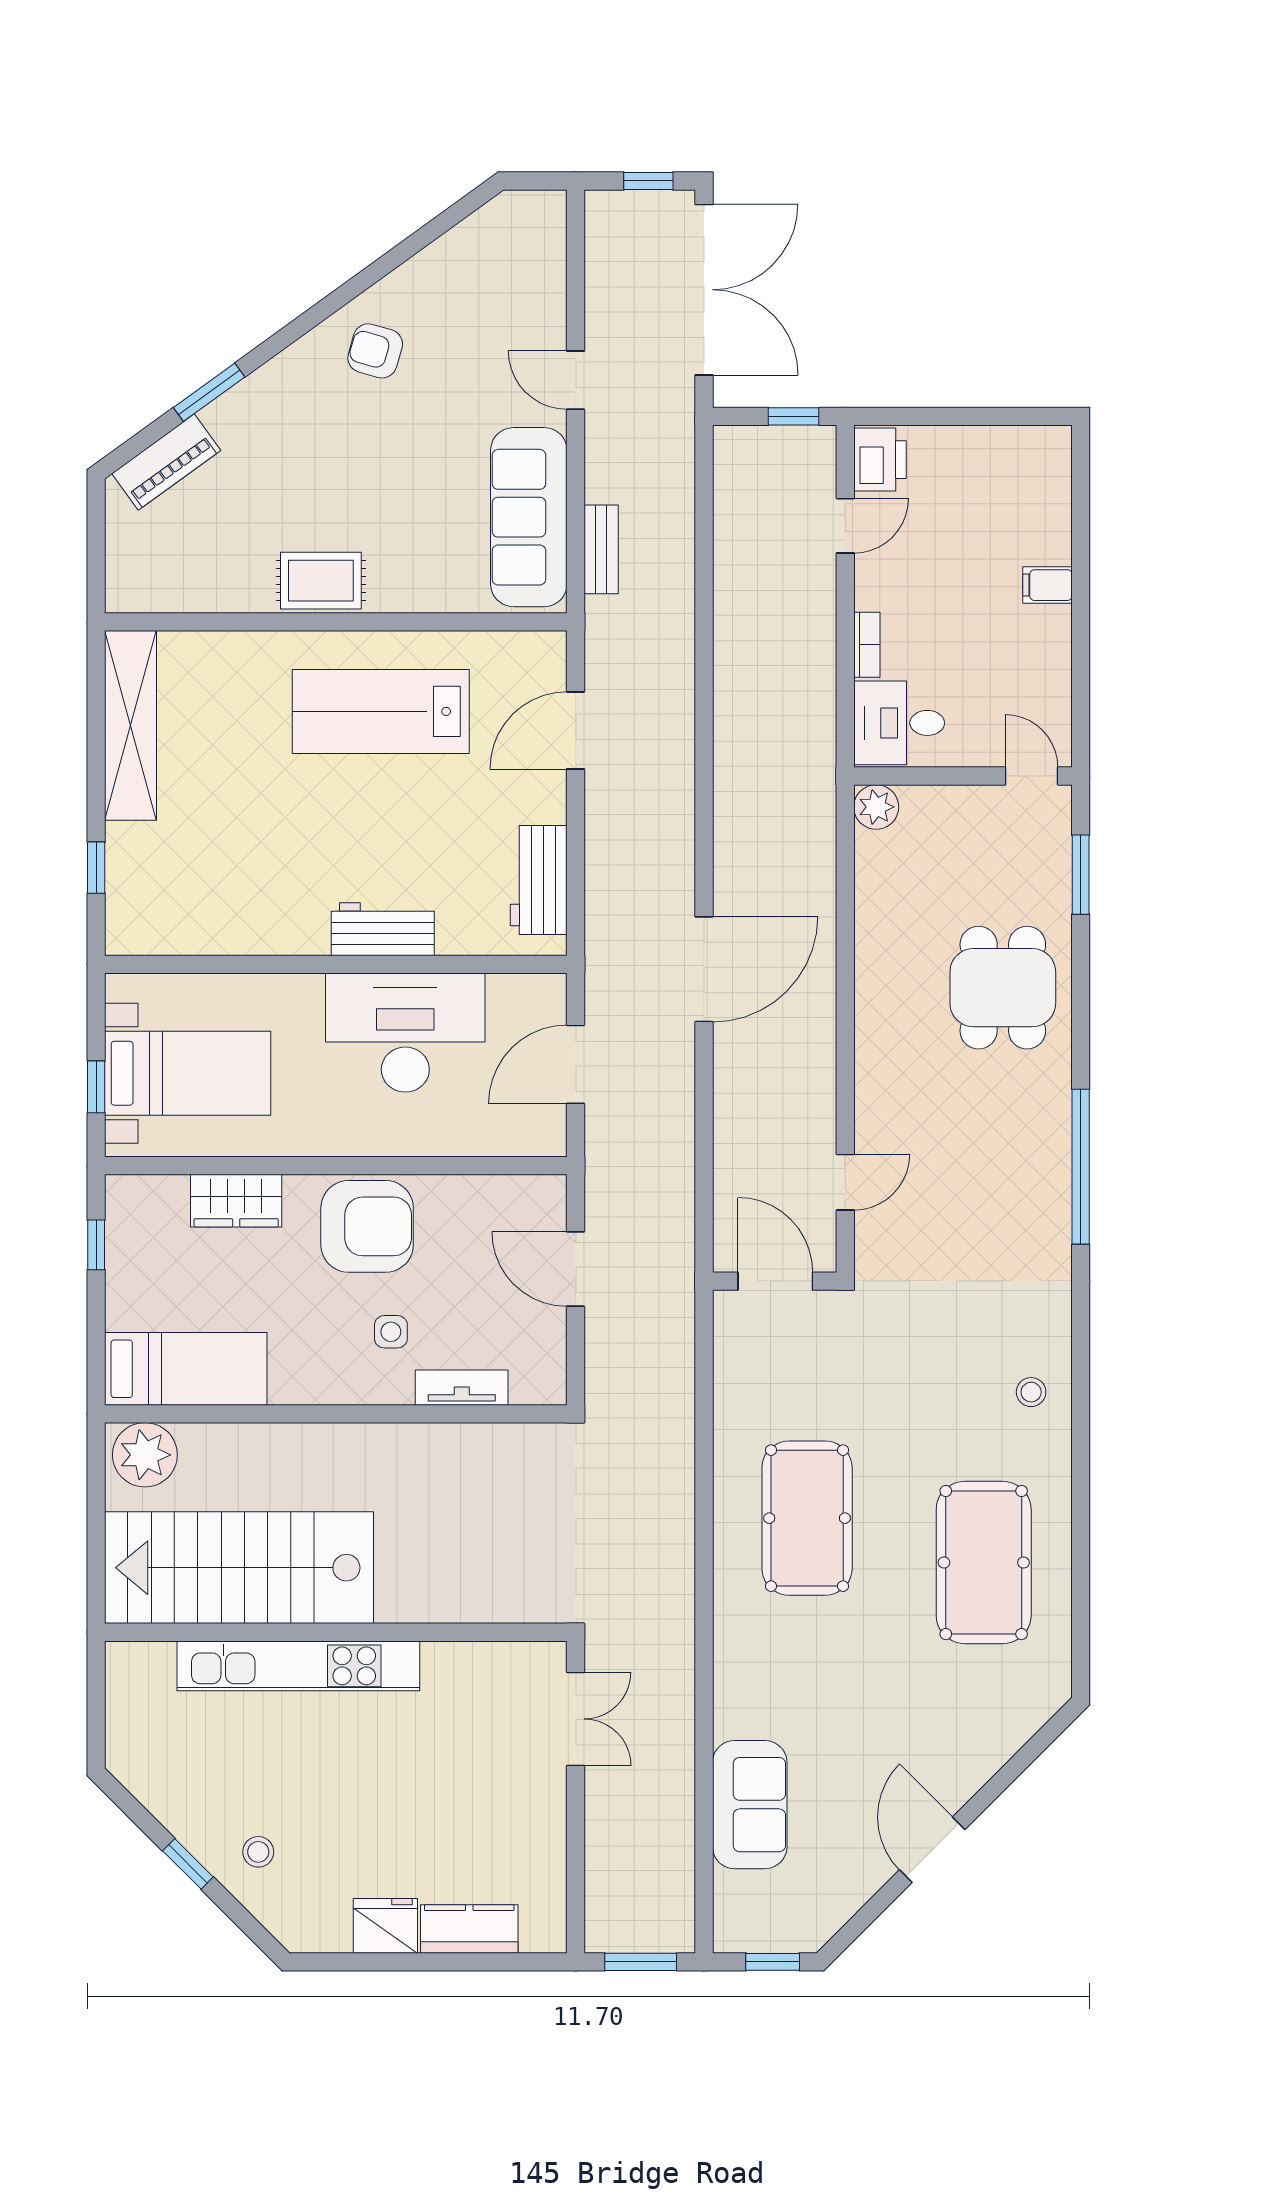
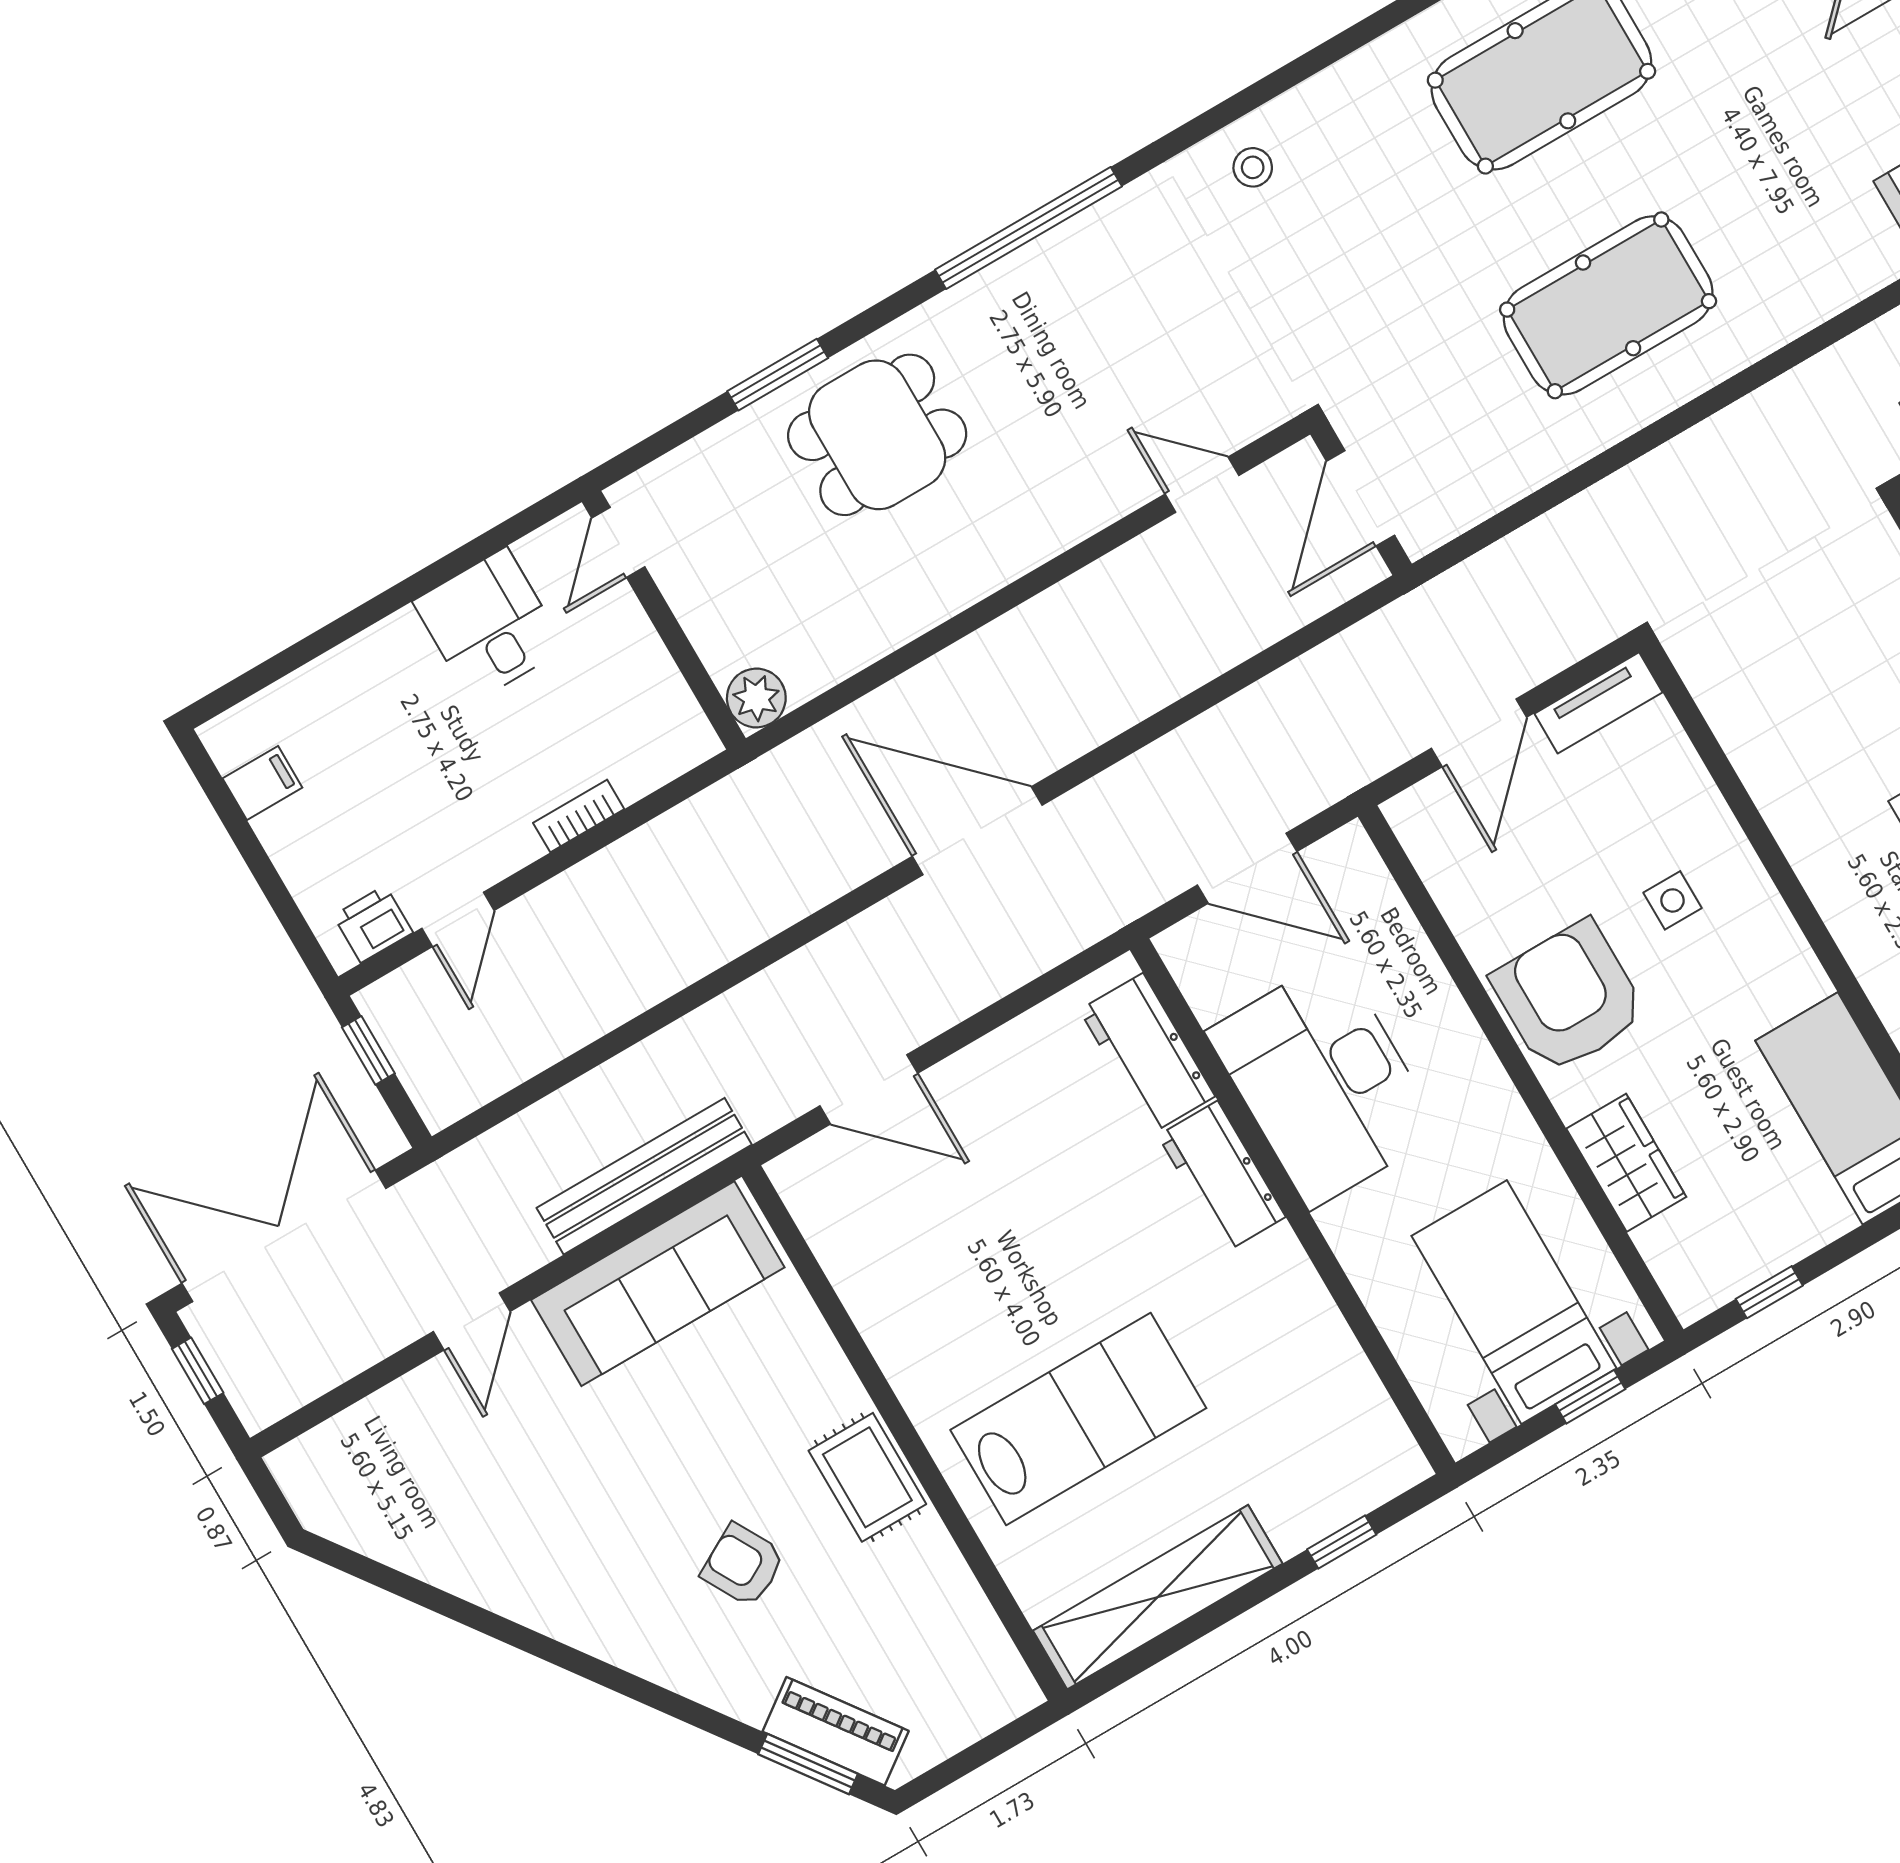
armchair: (375, 351) -> (743, 1565), moved, turned 135
window: (209, 392) -> (808, 1764), moved
printer: (880, 460) -> (373, 924), width x0.73, depth x0.81
door: (845, 526) -> (458, 919), swing flipped
bench: (601, 549) -> (644, 1176), width x1.86, depth x1.21
filing cabinet: (1048, 585) -> (262, 783), moved, turned -90
lab bench: (381, 711) -> (1078, 1419), moved, turned -90
desk: (899, 723) -> (489, 625), moved, turned 180
window: (1081, 875) -> (778, 375), moved
workbench: (539, 880) -> (1147, 1053), moved, turned 90
door: (704, 969) -> (977, 831), moved
tv unit: (462, 1388) -> (1598, 703), moved, turned -90
stool: (1031, 1392) -> (1253, 167), moved

